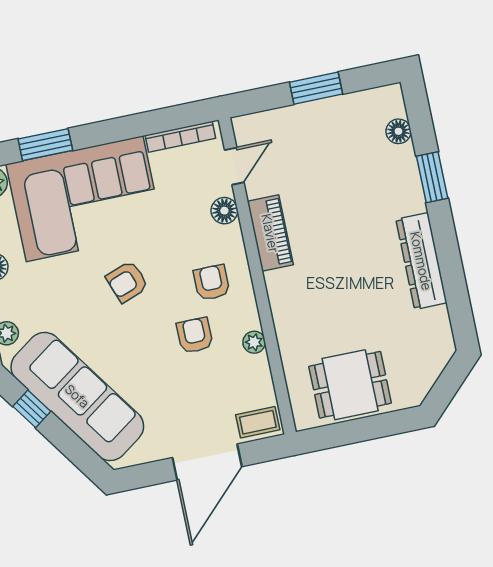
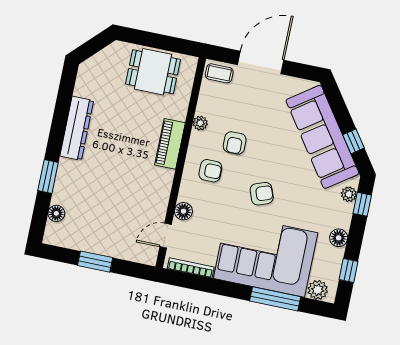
window: (45, 145) -> (275, 299), width x1.44
piano: (270, 233) -> (170, 144), moved
armchair: (212, 283) -> (210, 171), turned -90

